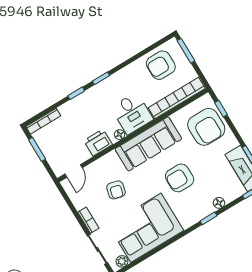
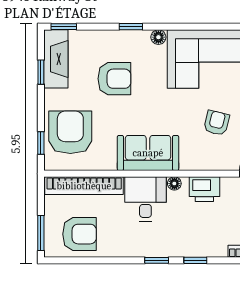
sofa: (148, 144) -> (148, 153), width x0.73
armchair: (180, 178) -> (114, 79), moved
floor lamp: (219, 203) -> (158, 37), moved

